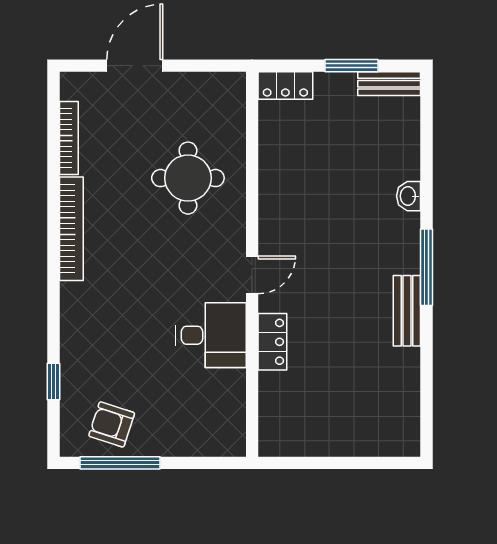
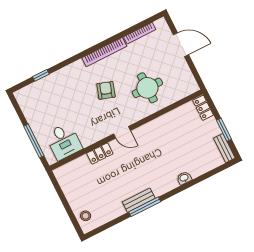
window: (426, 267) -> (145, 207), moved
desk: (211, 335) -> (64, 141), moved
armchair: (112, 424) -> (106, 90), moved
stool: (384, 435) -> (86, 216), added
window: (120, 463) -> (34, 141), moved

